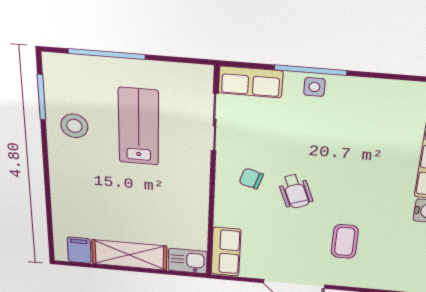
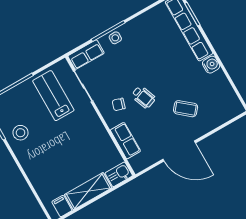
lab bench: (139, 127) -> (53, 96), moved
coffee table: (345, 241) -> (186, 109), turned -50
row of seats: (226, 252) -> (125, 141), moved

